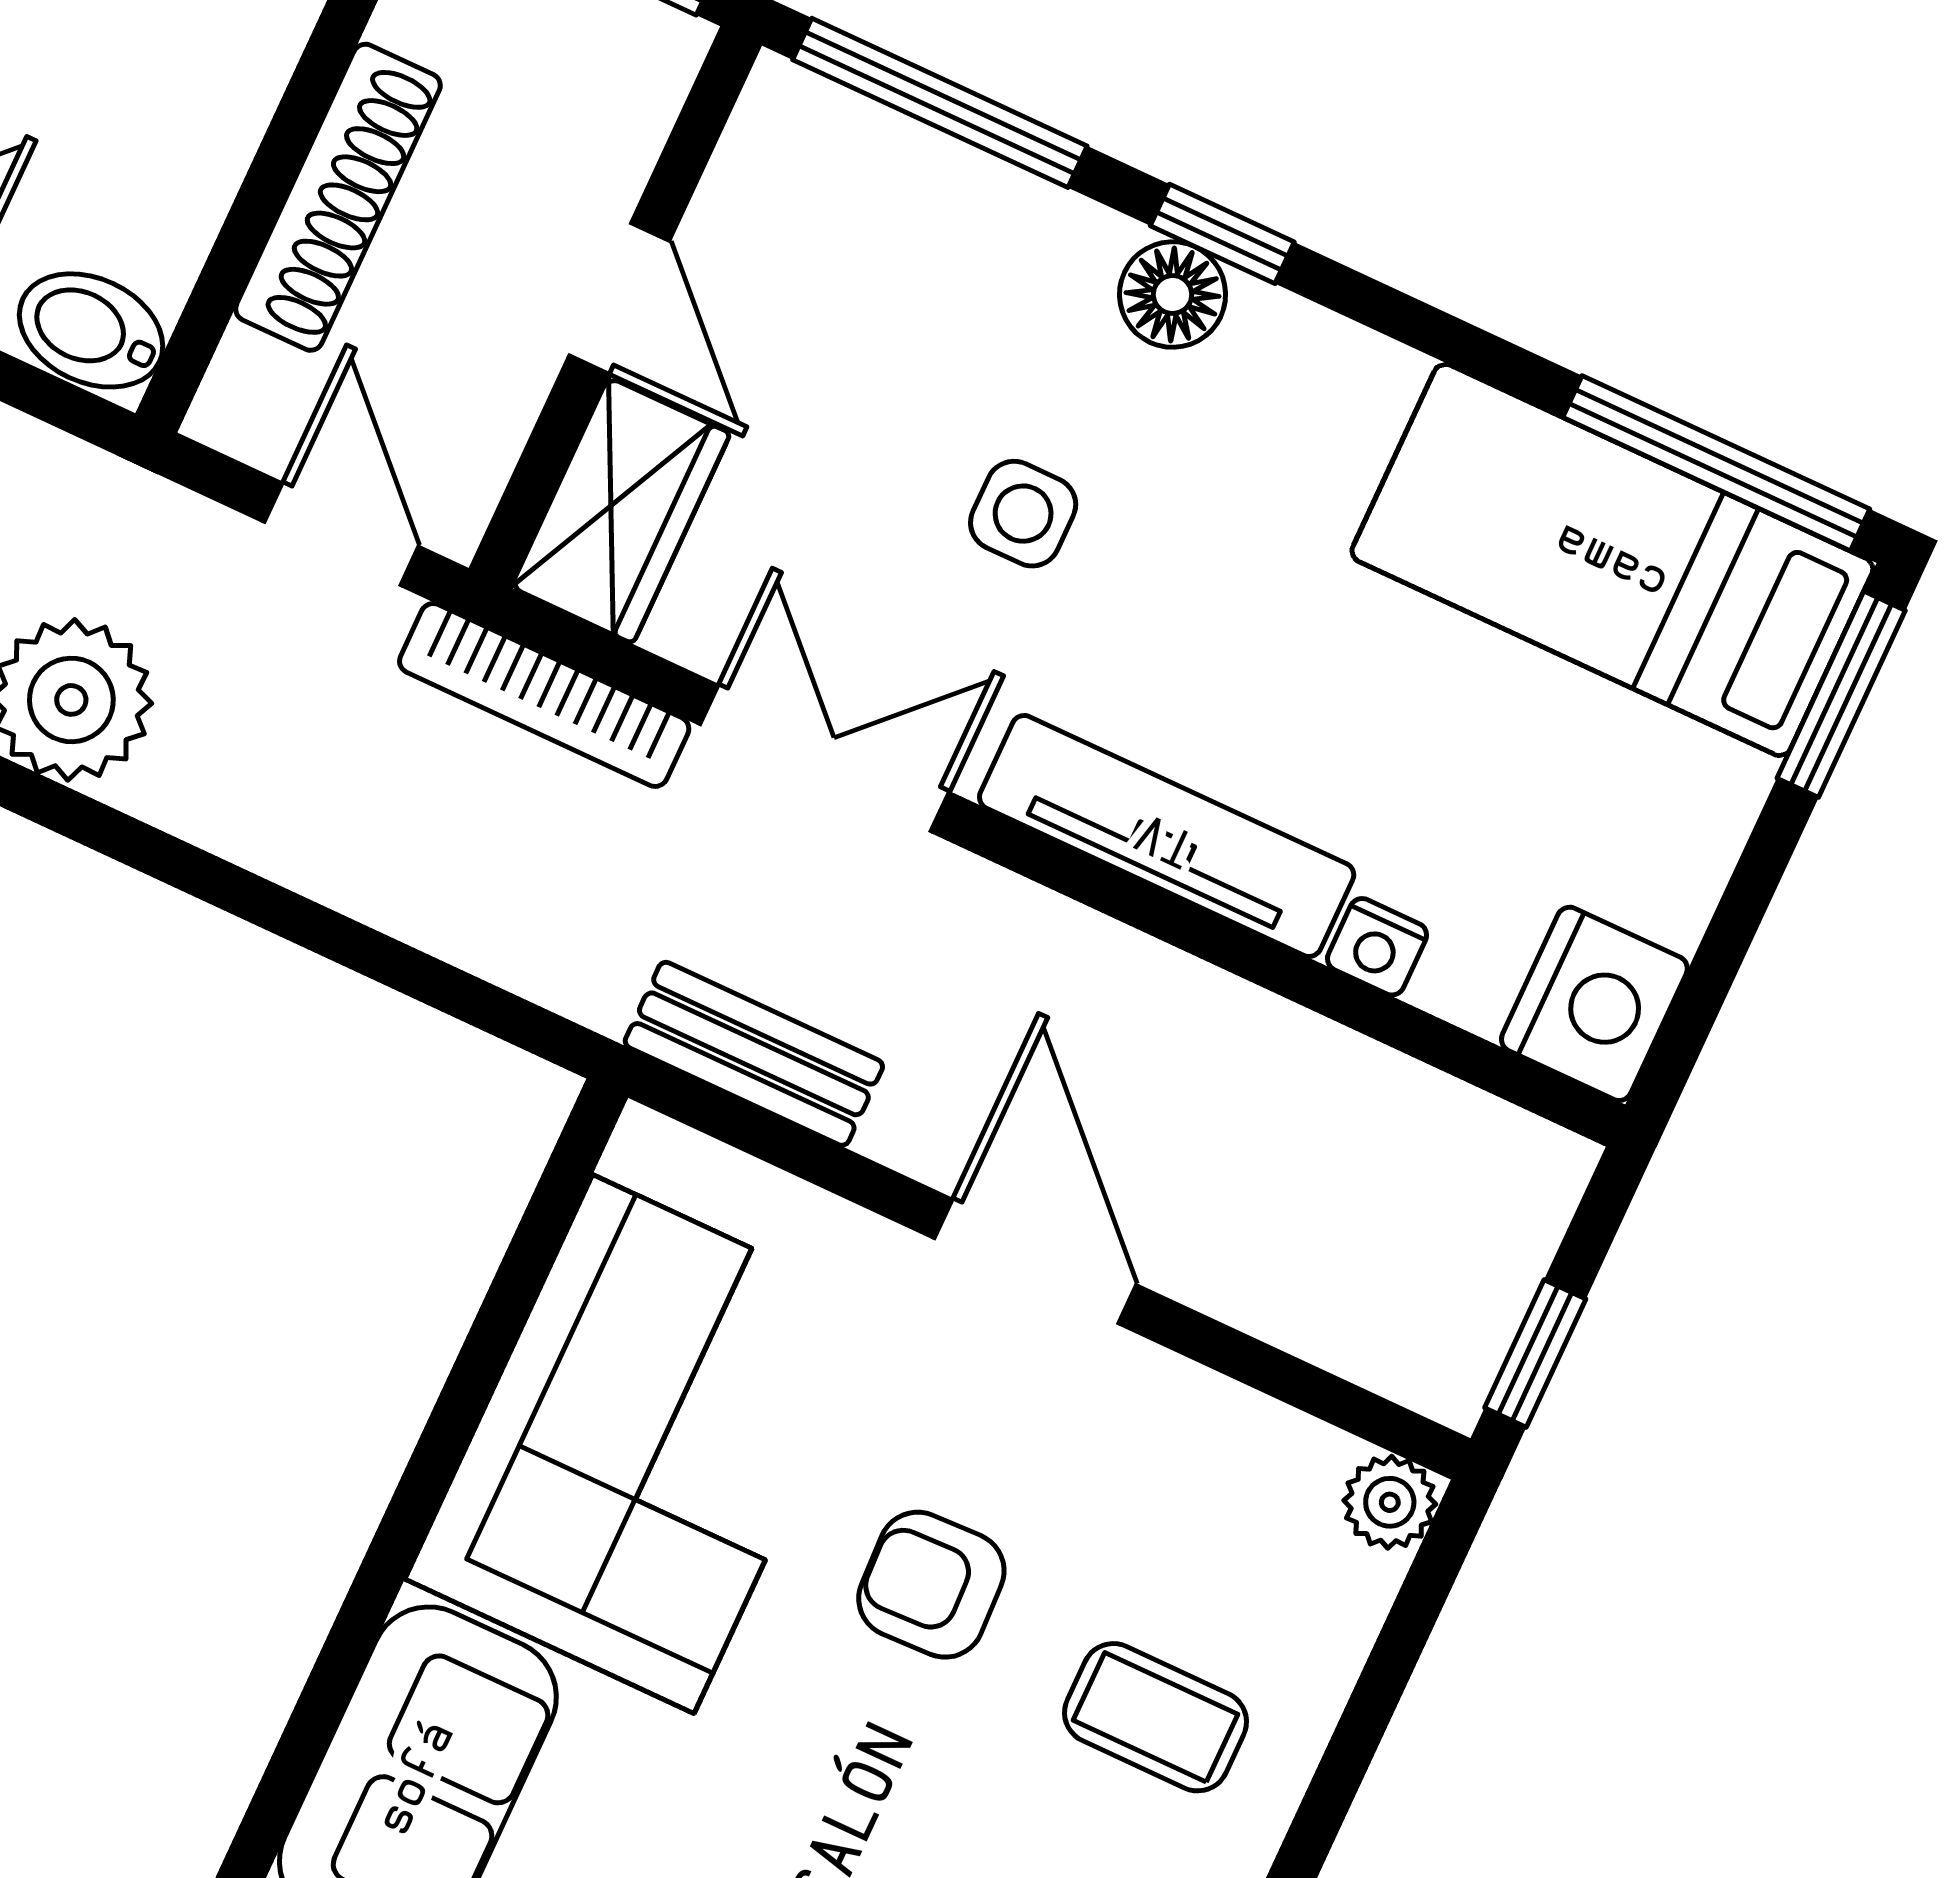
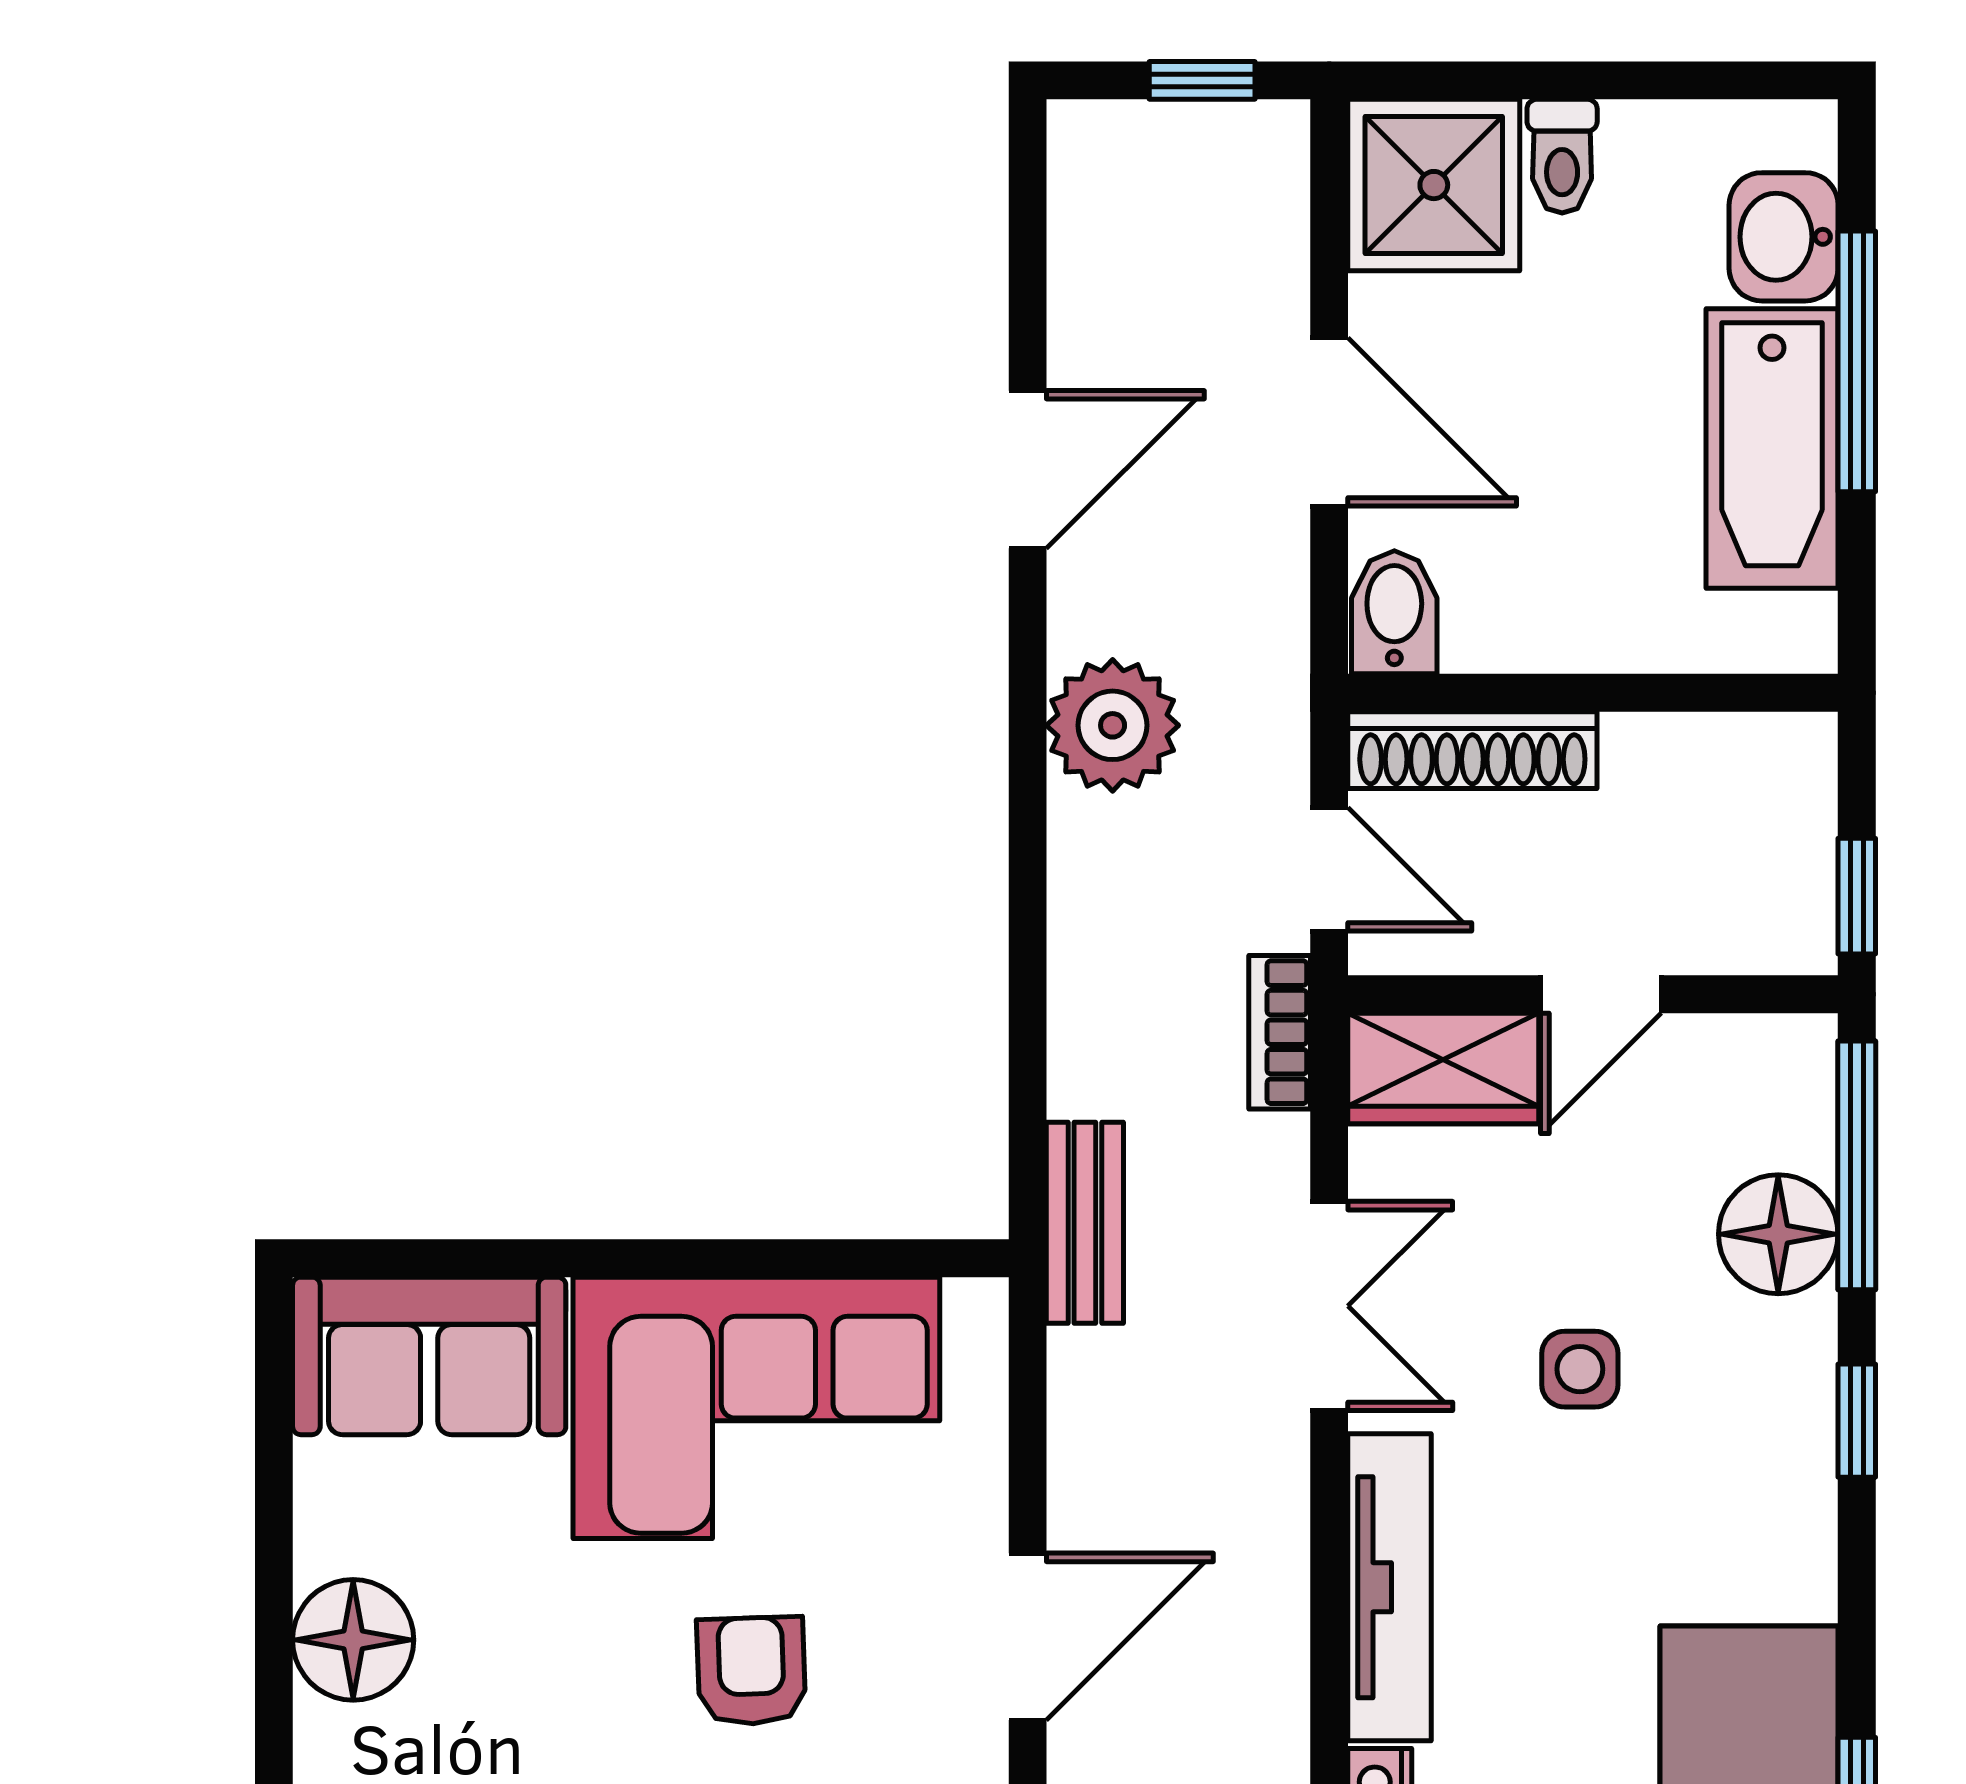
shoe rack: (338, 197) -> (1472, 750), moved
floor lamp: (1173, 295) -> (1778, 1234), moved, width x1.38, depth x1.38
door: (342, 534) -> (1329, 869), hinge flipped
bookcase: (544, 695) -> (1280, 1032), width x0.64
bench: (754, 1054) -> (1085, 1223), moved

